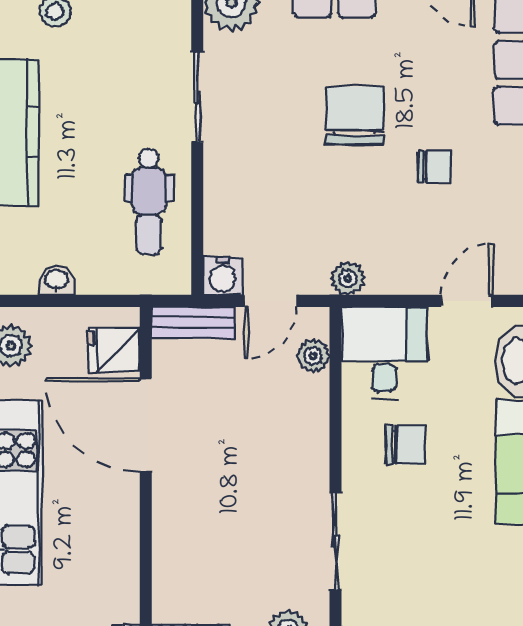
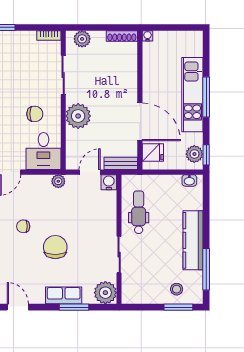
chair: (355, 115) -> (55, 247), turned 180
washbasin: (56, 280) -> (189, 180), moved
plant: (313, 356) -> (78, 116), moved, width x1.88, depth x1.88
chair: (406, 445) -> (35, 114), turned 180

